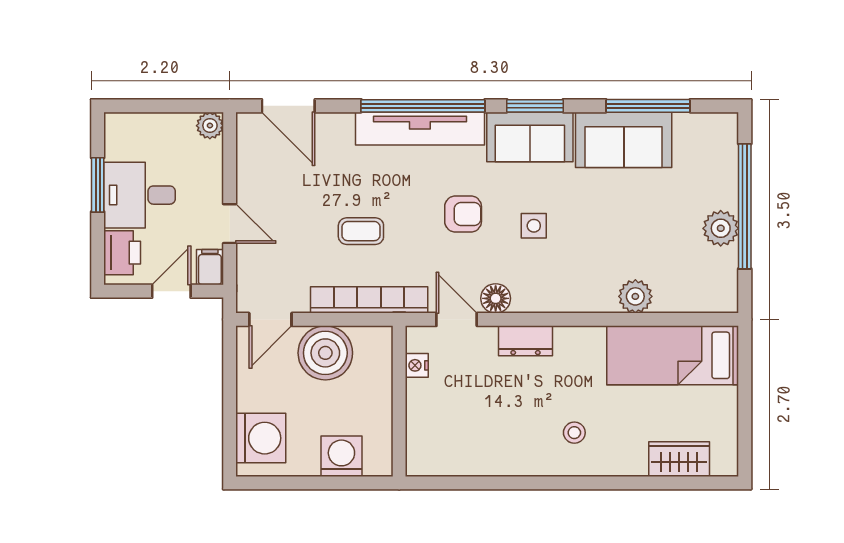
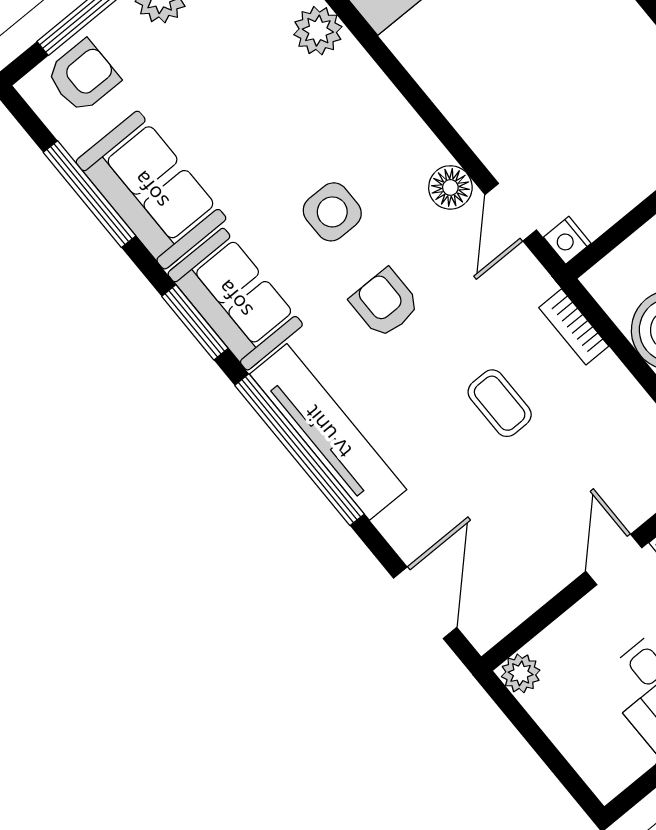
armchair: (713, 153) -> (83, 76), added
side table: (534, 226) -> (332, 212), width x1.37, depth x1.37
bookcase: (369, 300) -> (574, 327), width x0.43, depth x0.76
dresser: (525, 341) -> (471, 114), removed
nightstand: (417, 365) -> (567, 240), moved, turned 90

